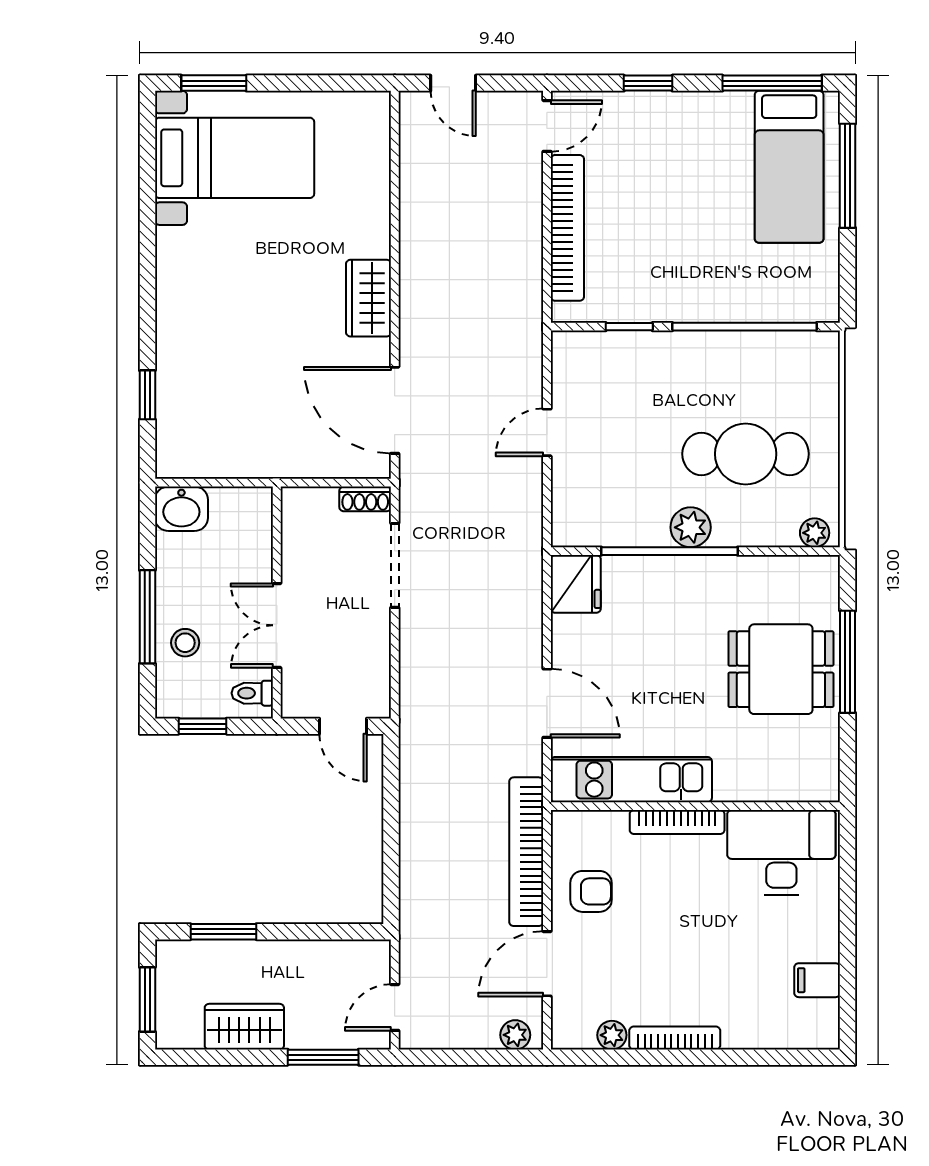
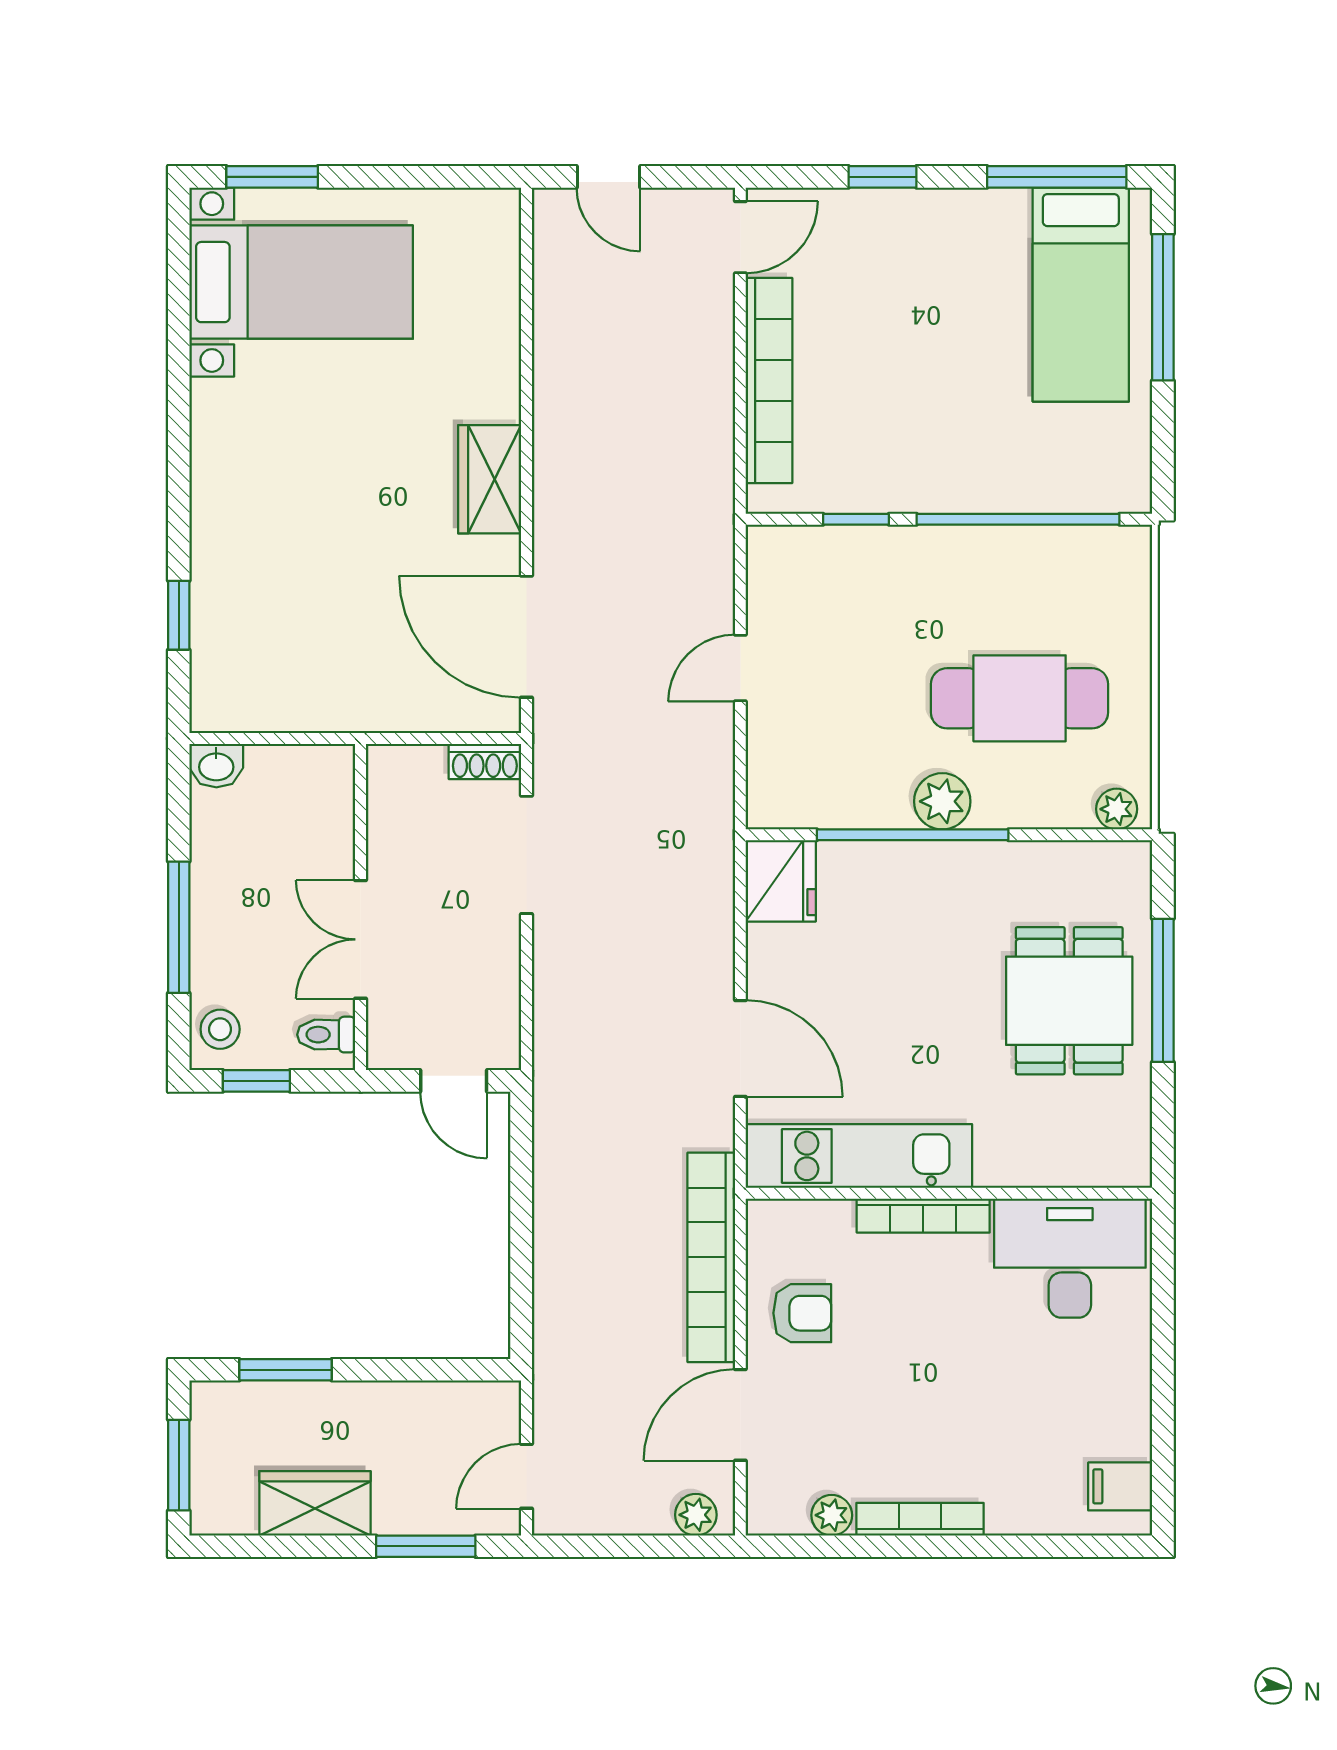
washbasin: (181, 509) -> (216, 766), width x0.72, depth x0.69
stool: (185, 643) -> (220, 1029), moved
dining table: (781, 669) -> (1069, 1001), turned 90
filing cabinet: (817, 980) -> (1120, 1486), moved

